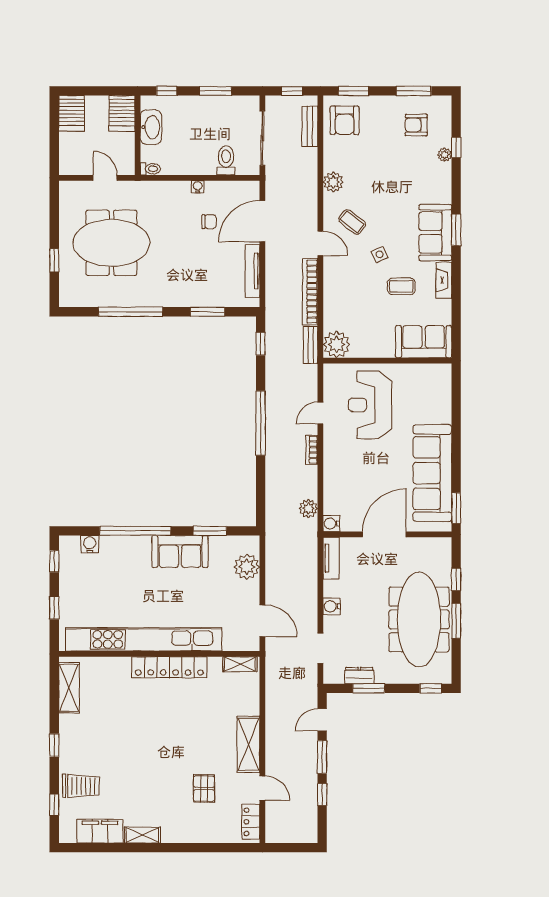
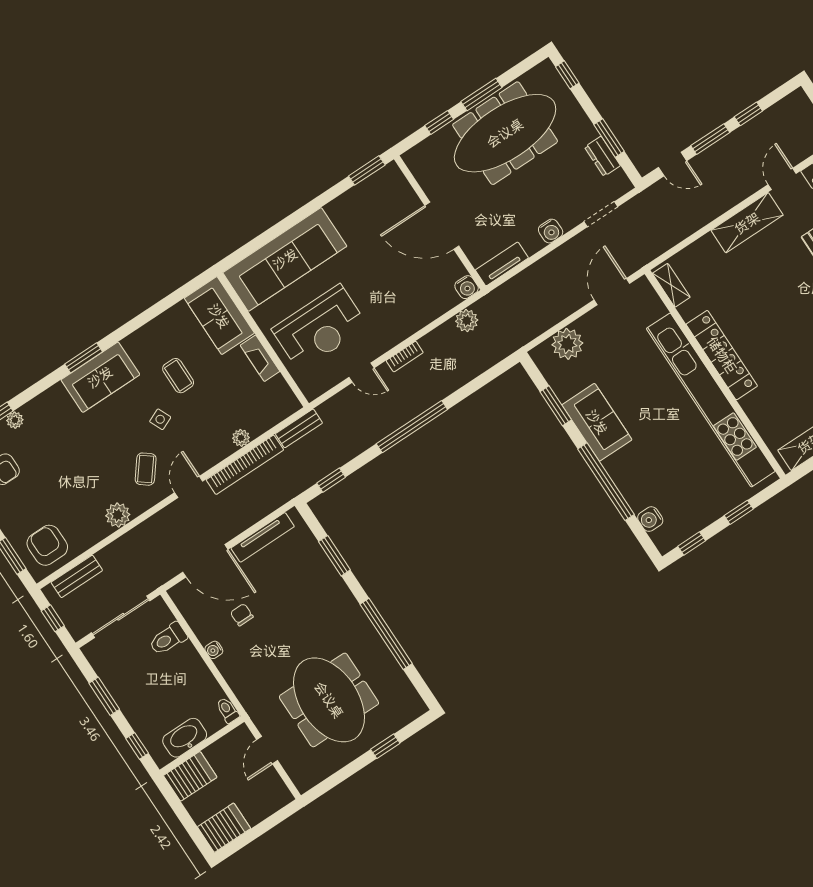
armchair: (345, 120) -> (47, 545), turned -90
fireplace: (444, 280) -> (260, 358), moved, turned 90
plant: (337, 344) -> (241, 438), moved, width x0.53, depth x0.53
sofa: (432, 473) -> (285, 259), moved

